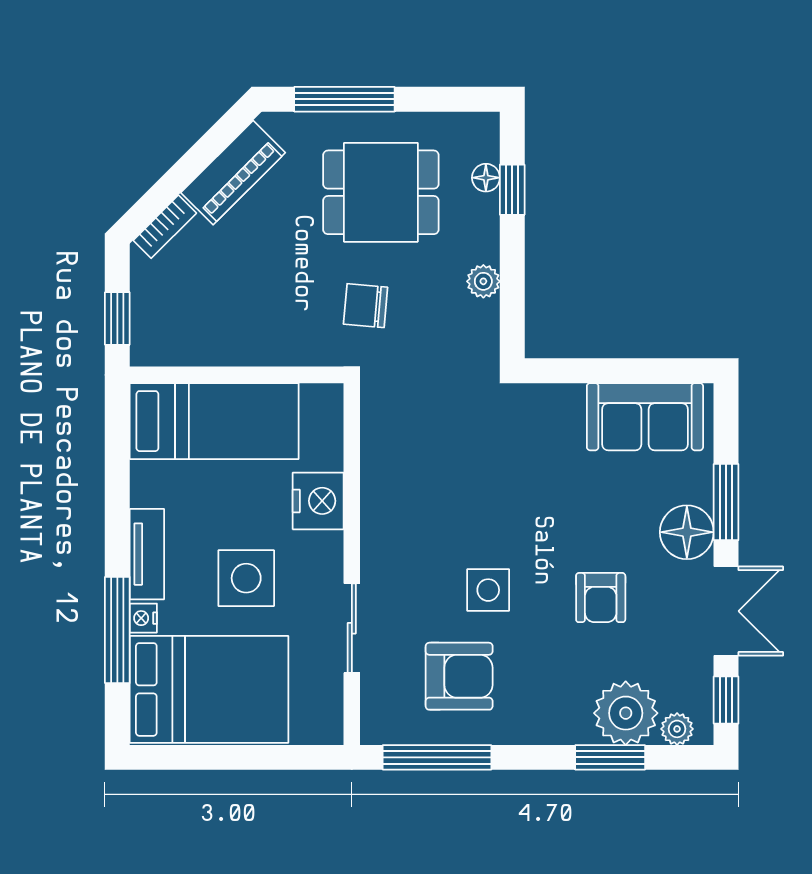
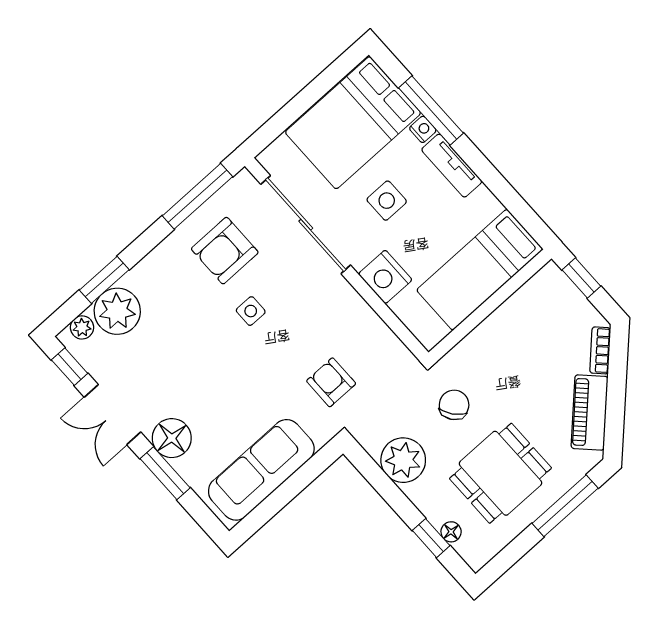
plant: (483, 281) -> (403, 460), width x1.88, depth x1.88
chair: (366, 306) -> (454, 405), turned -43
sofa: (645, 417) -> (261, 470), width x1.36
side table: (246, 578) -> (387, 201), width x0.73, depth x0.73
side table: (488, 590) -> (251, 311), width x0.73, depth x0.73
armchair: (601, 598) -> (331, 382), moved
sliding door: (352, 628) -> (306, 225), width x1.86

